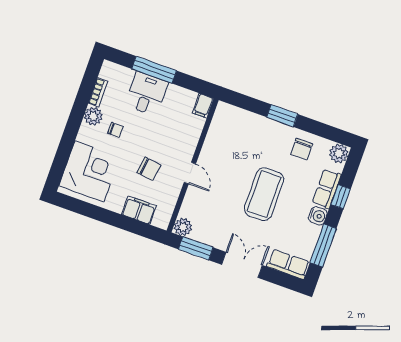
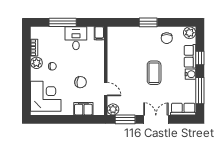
desk: (147, 94) -> (76, 38), moved
door: (190, 173) -> (106, 89), moved
coffee table: (264, 194) -> (154, 73), width x0.73, depth x0.76

